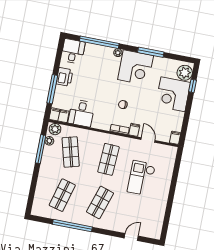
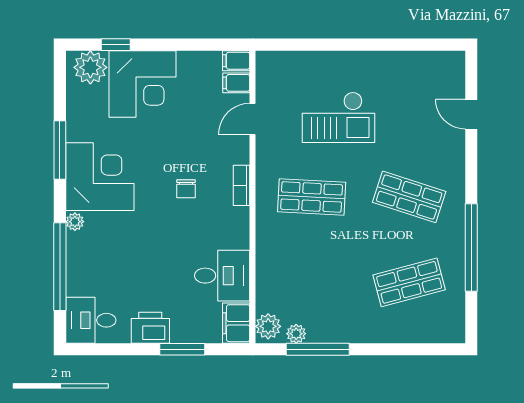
window: (52, 89) -> (182, 349), width x0.69
filing cabinet: (134, 130) -> (236, 83), moved
shop shelf: (71, 152) -> (312, 282), removed
shop shelf: (62, 195) -> (409, 282), turned -30

